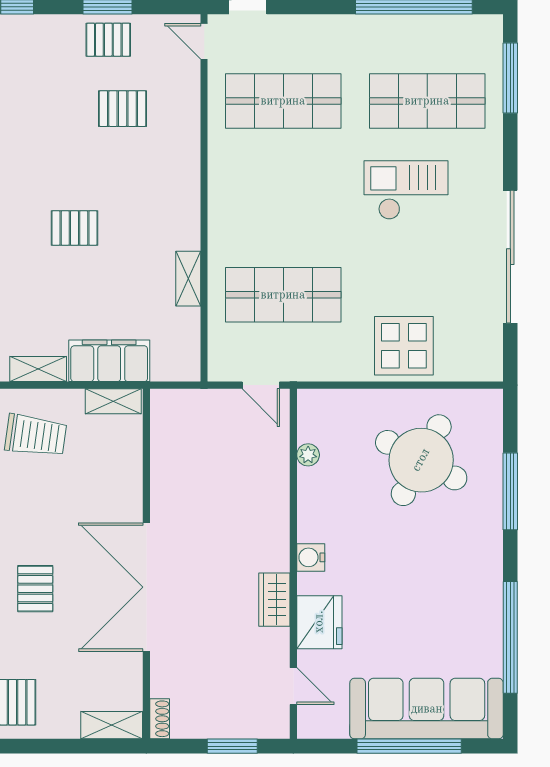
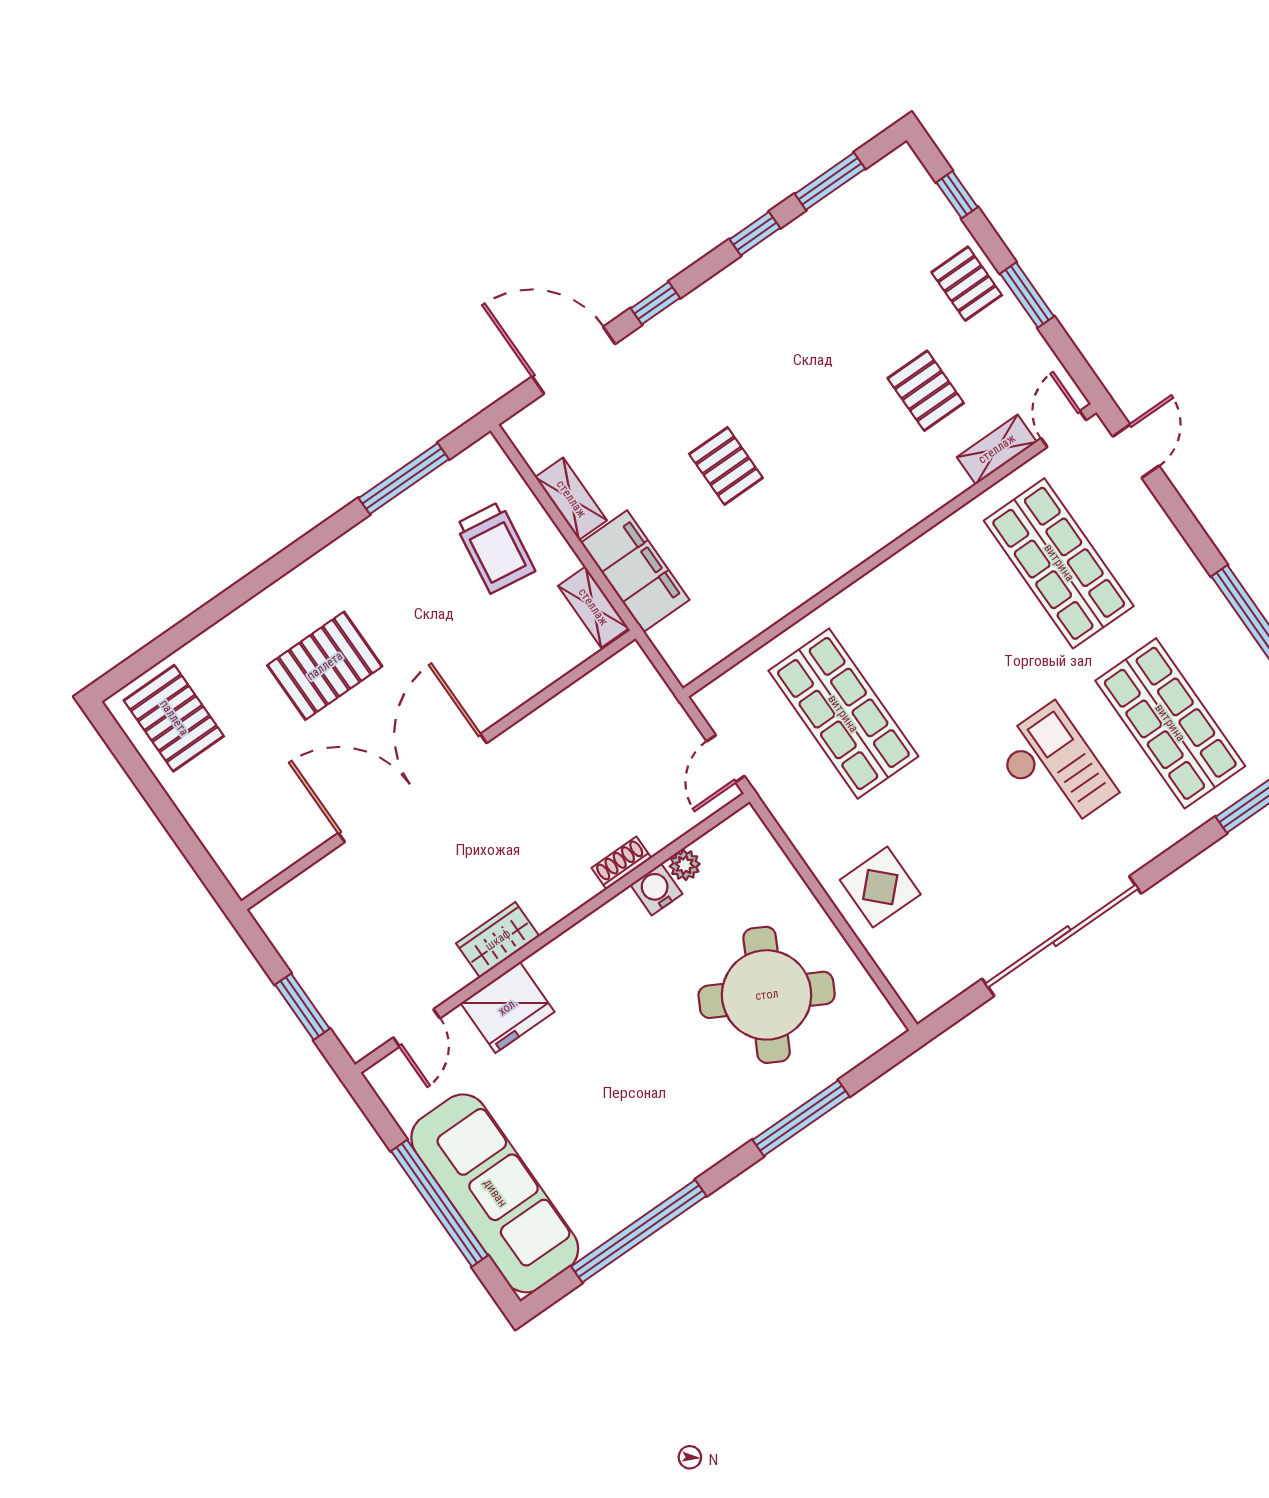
pallet: (108, 40) -> (967, 284), moved
pallet: (74, 228) -> (726, 466), moved
shelving: (188, 279) -> (997, 449), moved
display table: (404, 346) -> (880, 887), width x0.73, depth x0.73
water cooler: (311, 557) -> (656, 889), moved
pallet: (35, 589) -> (325, 666), width x1.50, depth x1.42
shoe rack: (160, 719) -> (622, 863), moved, turned 180
shelving: (112, 725) -> (232, 856), removed

